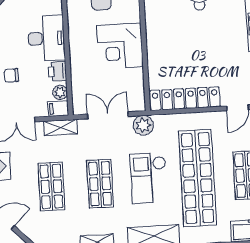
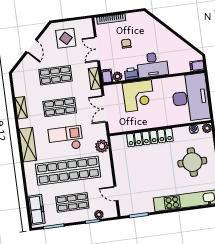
corner desk: (120, 46) -> (139, 96), moved, turned 180
locker: (185, 99) -> (150, 138), moved, turned 90
double door: (108, 115) -> (105, 109), swing flipped
plant: (143, 125) -> (102, 146), moved

